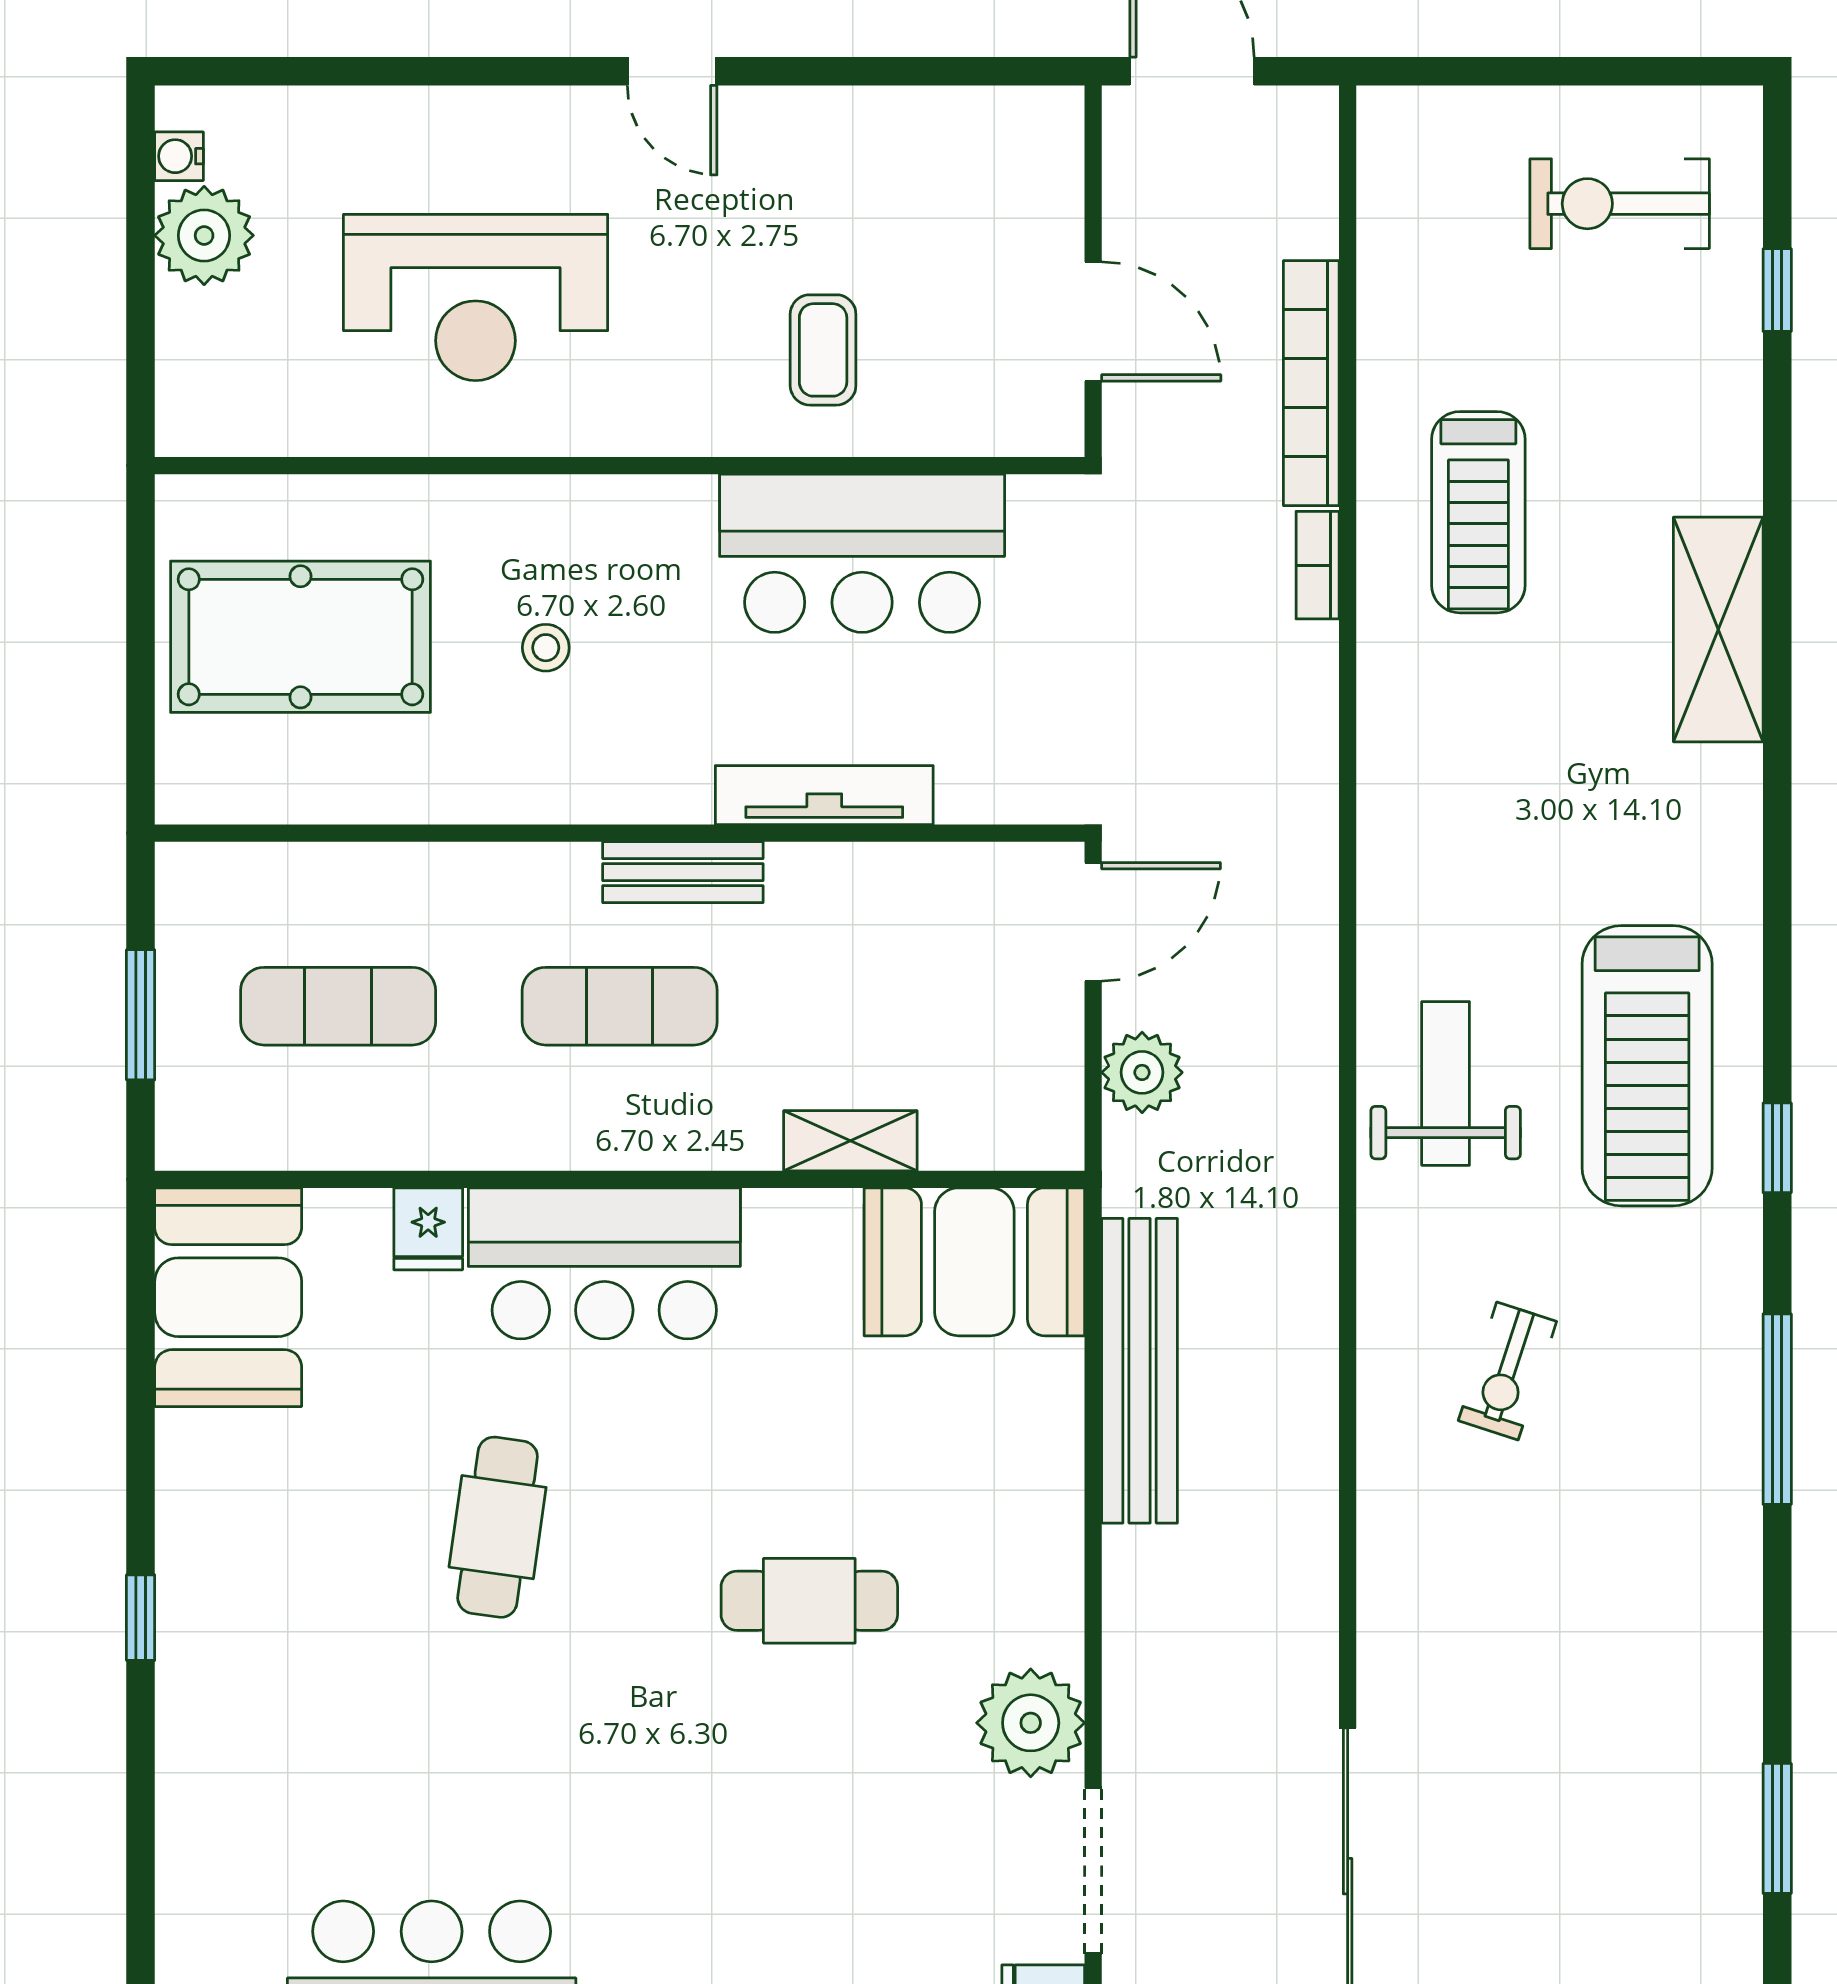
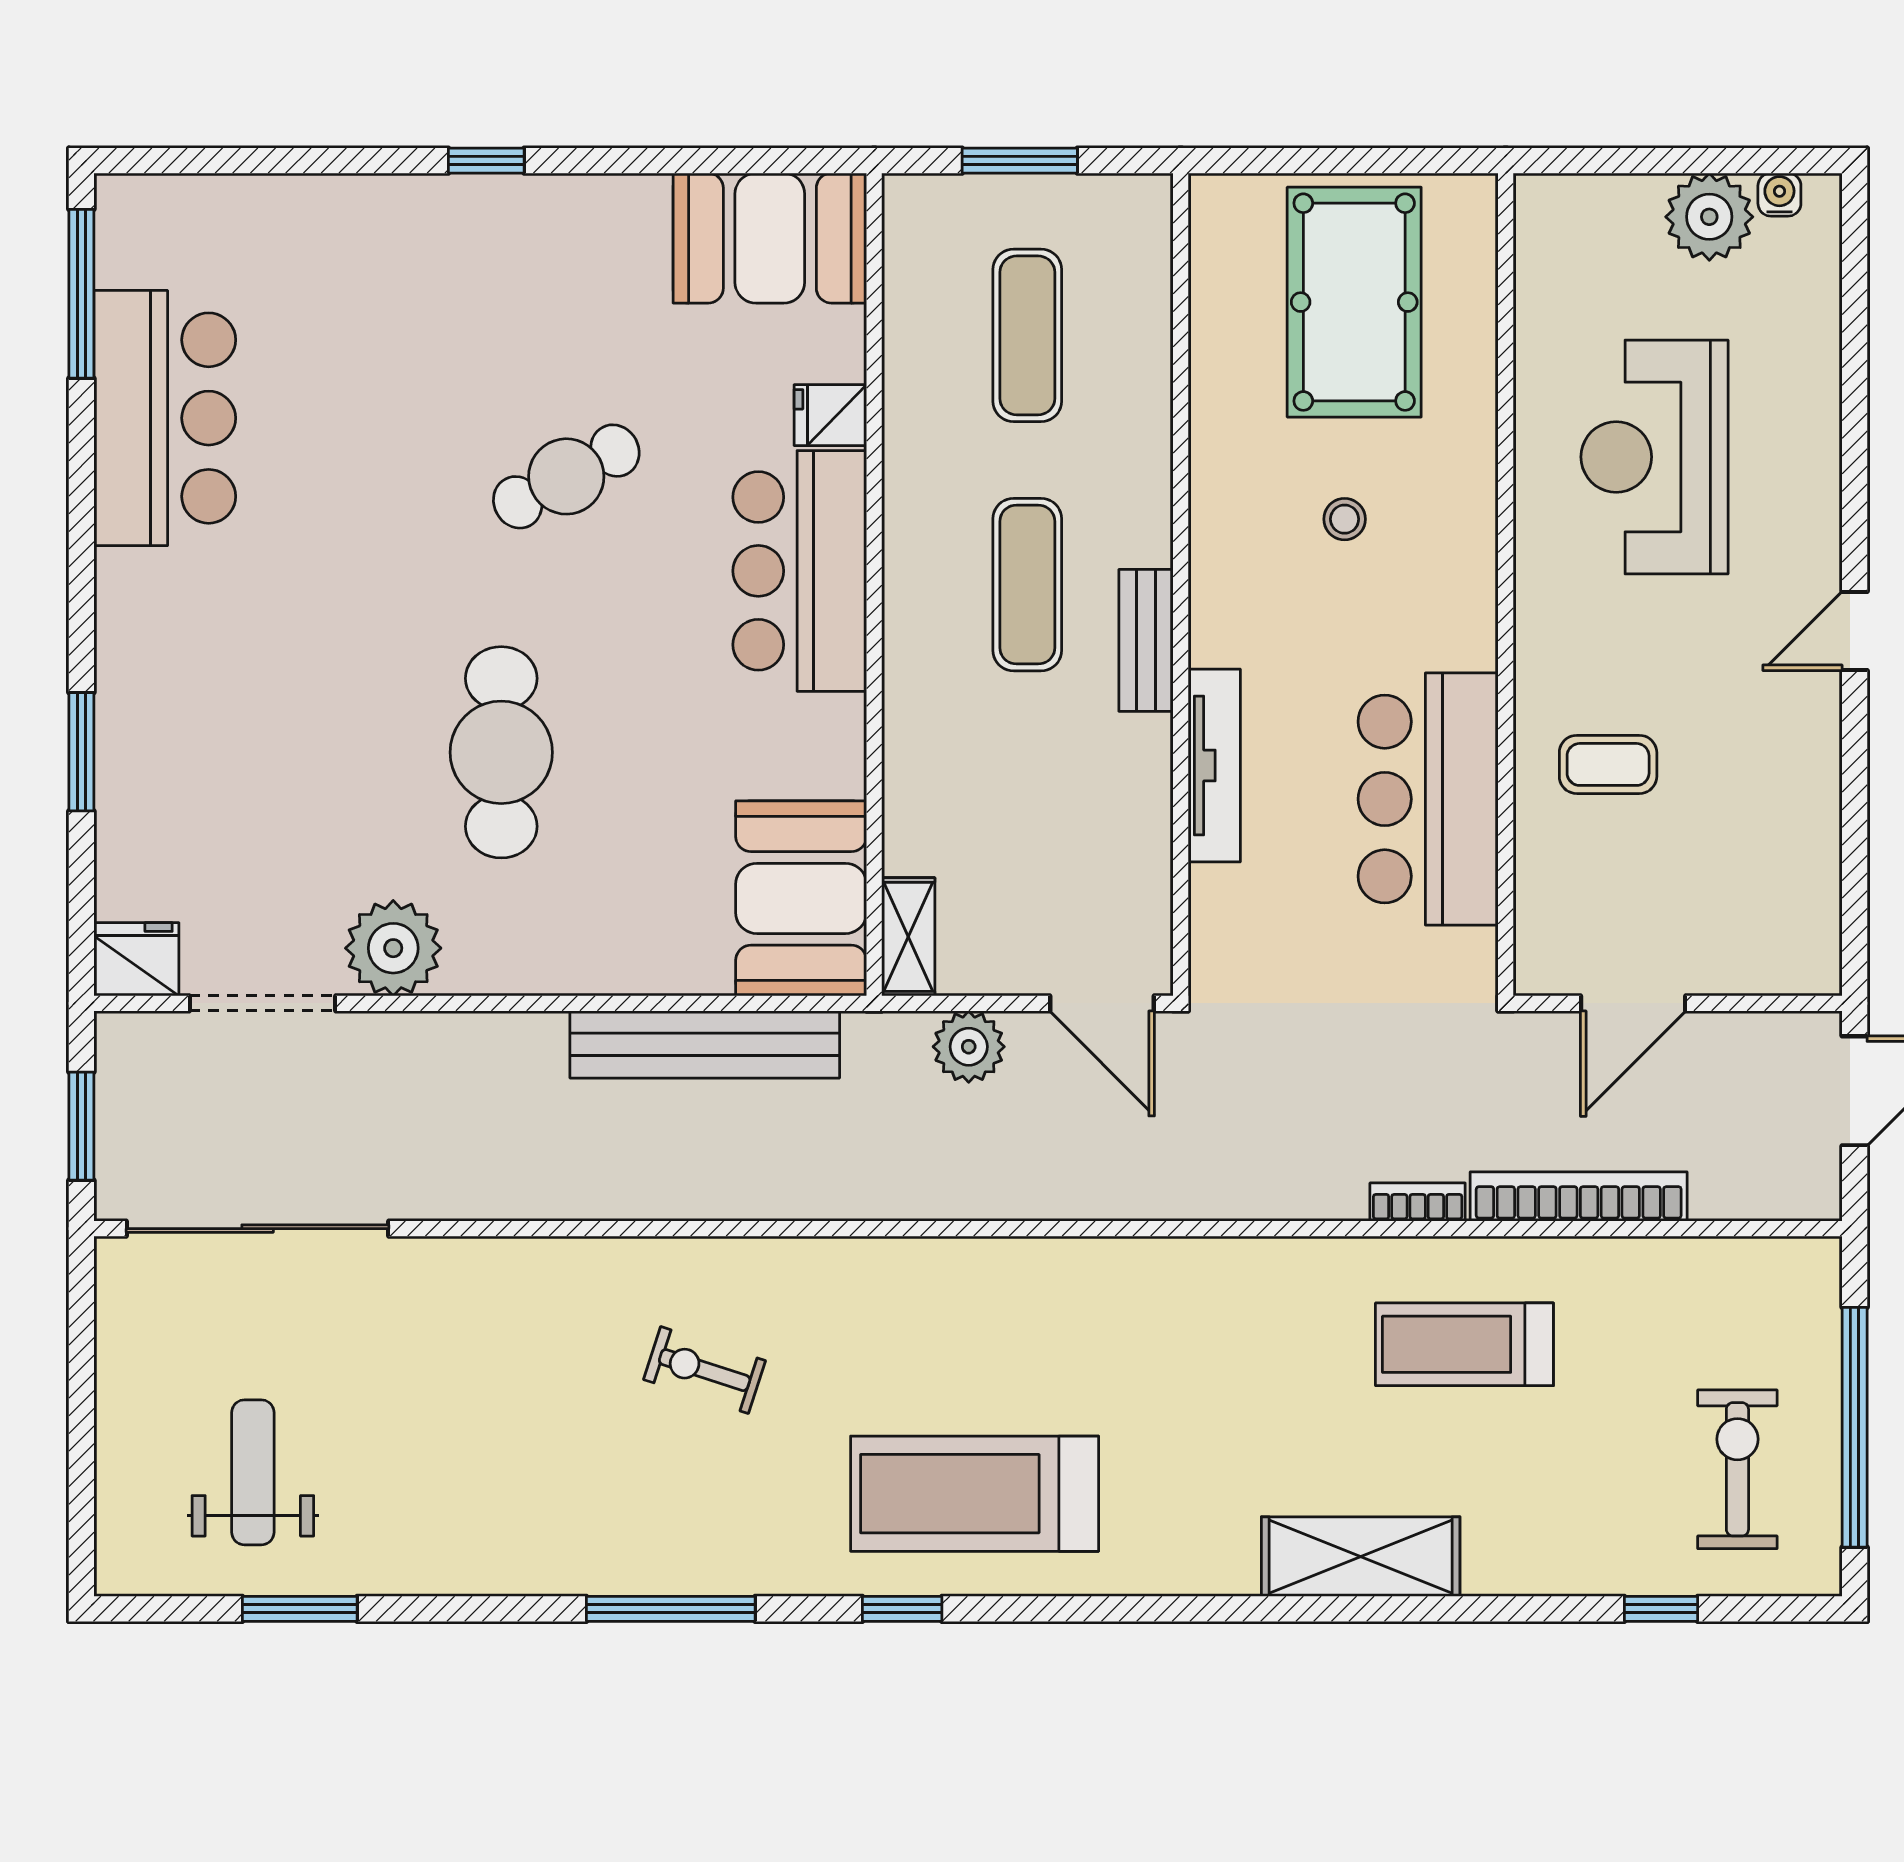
window: (1572, 71) -> (1855, 1427), added
weight bench: (1446, 1083) -> (253, 1472), moved, turned -90
shelving: (850, 1141) -> (908, 937), moved
cafe table: (498, 1527) -> (566, 476), turned -36
cafe table: (809, 1601) -> (501, 752), width x1.37, depth x1.35

